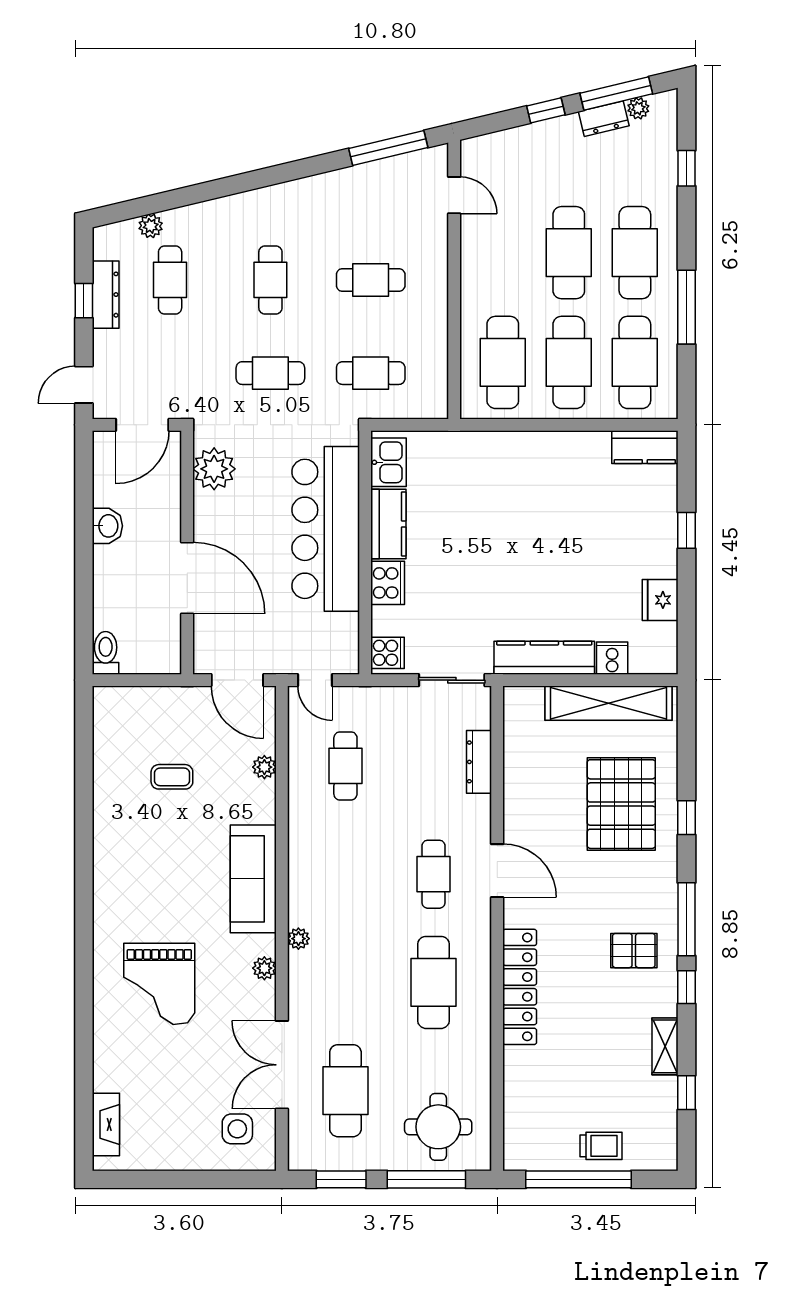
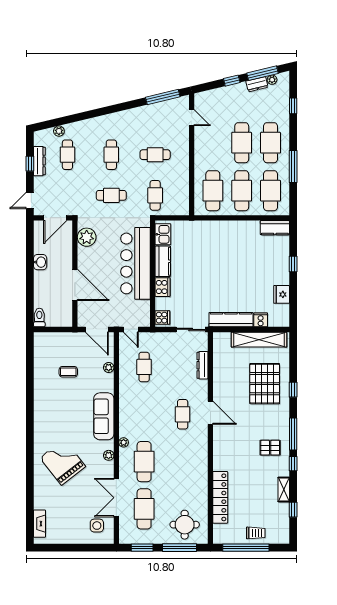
cafe table: (371, 373) -> (155, 195), turned 90
cafe table: (433, 982) -> (144, 462), moved
grand piano: (159, 984) -> (63, 462), turned 142
locker: (520, 987) -> (220, 497), moved

